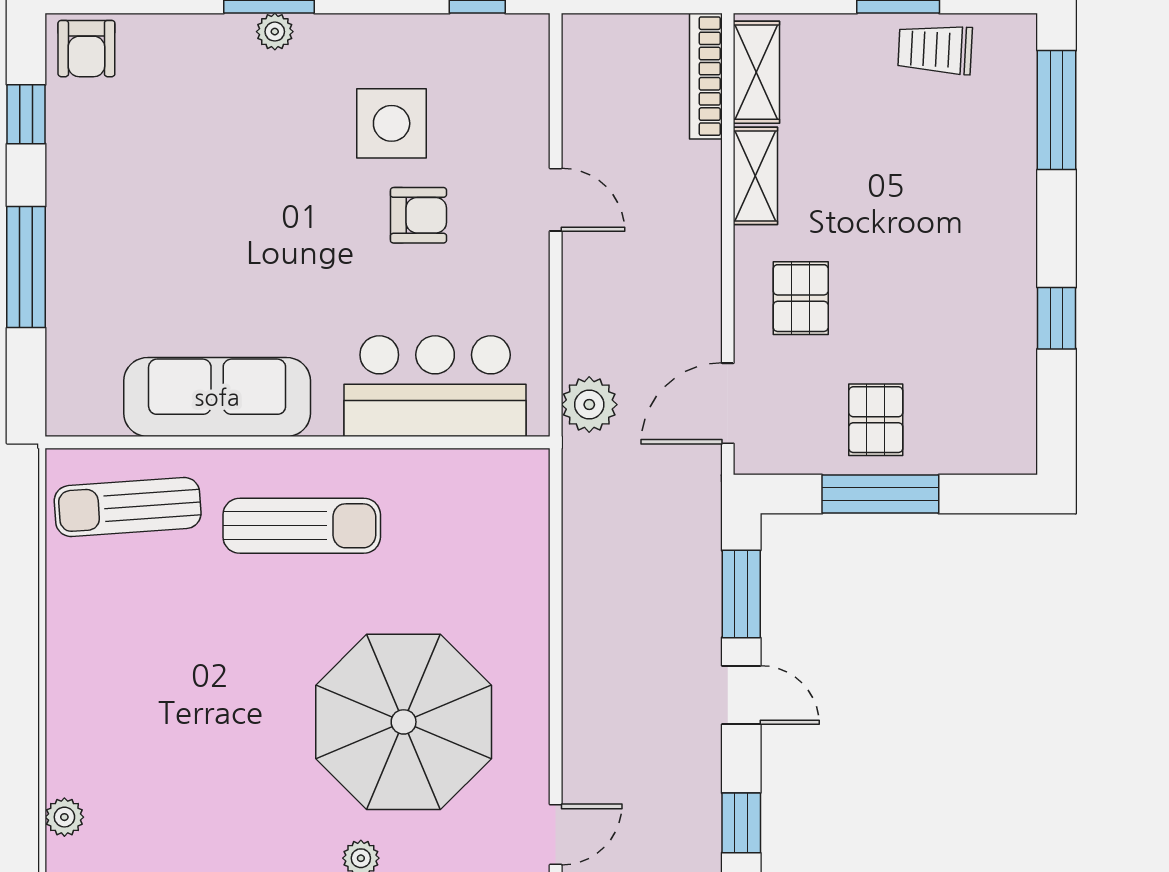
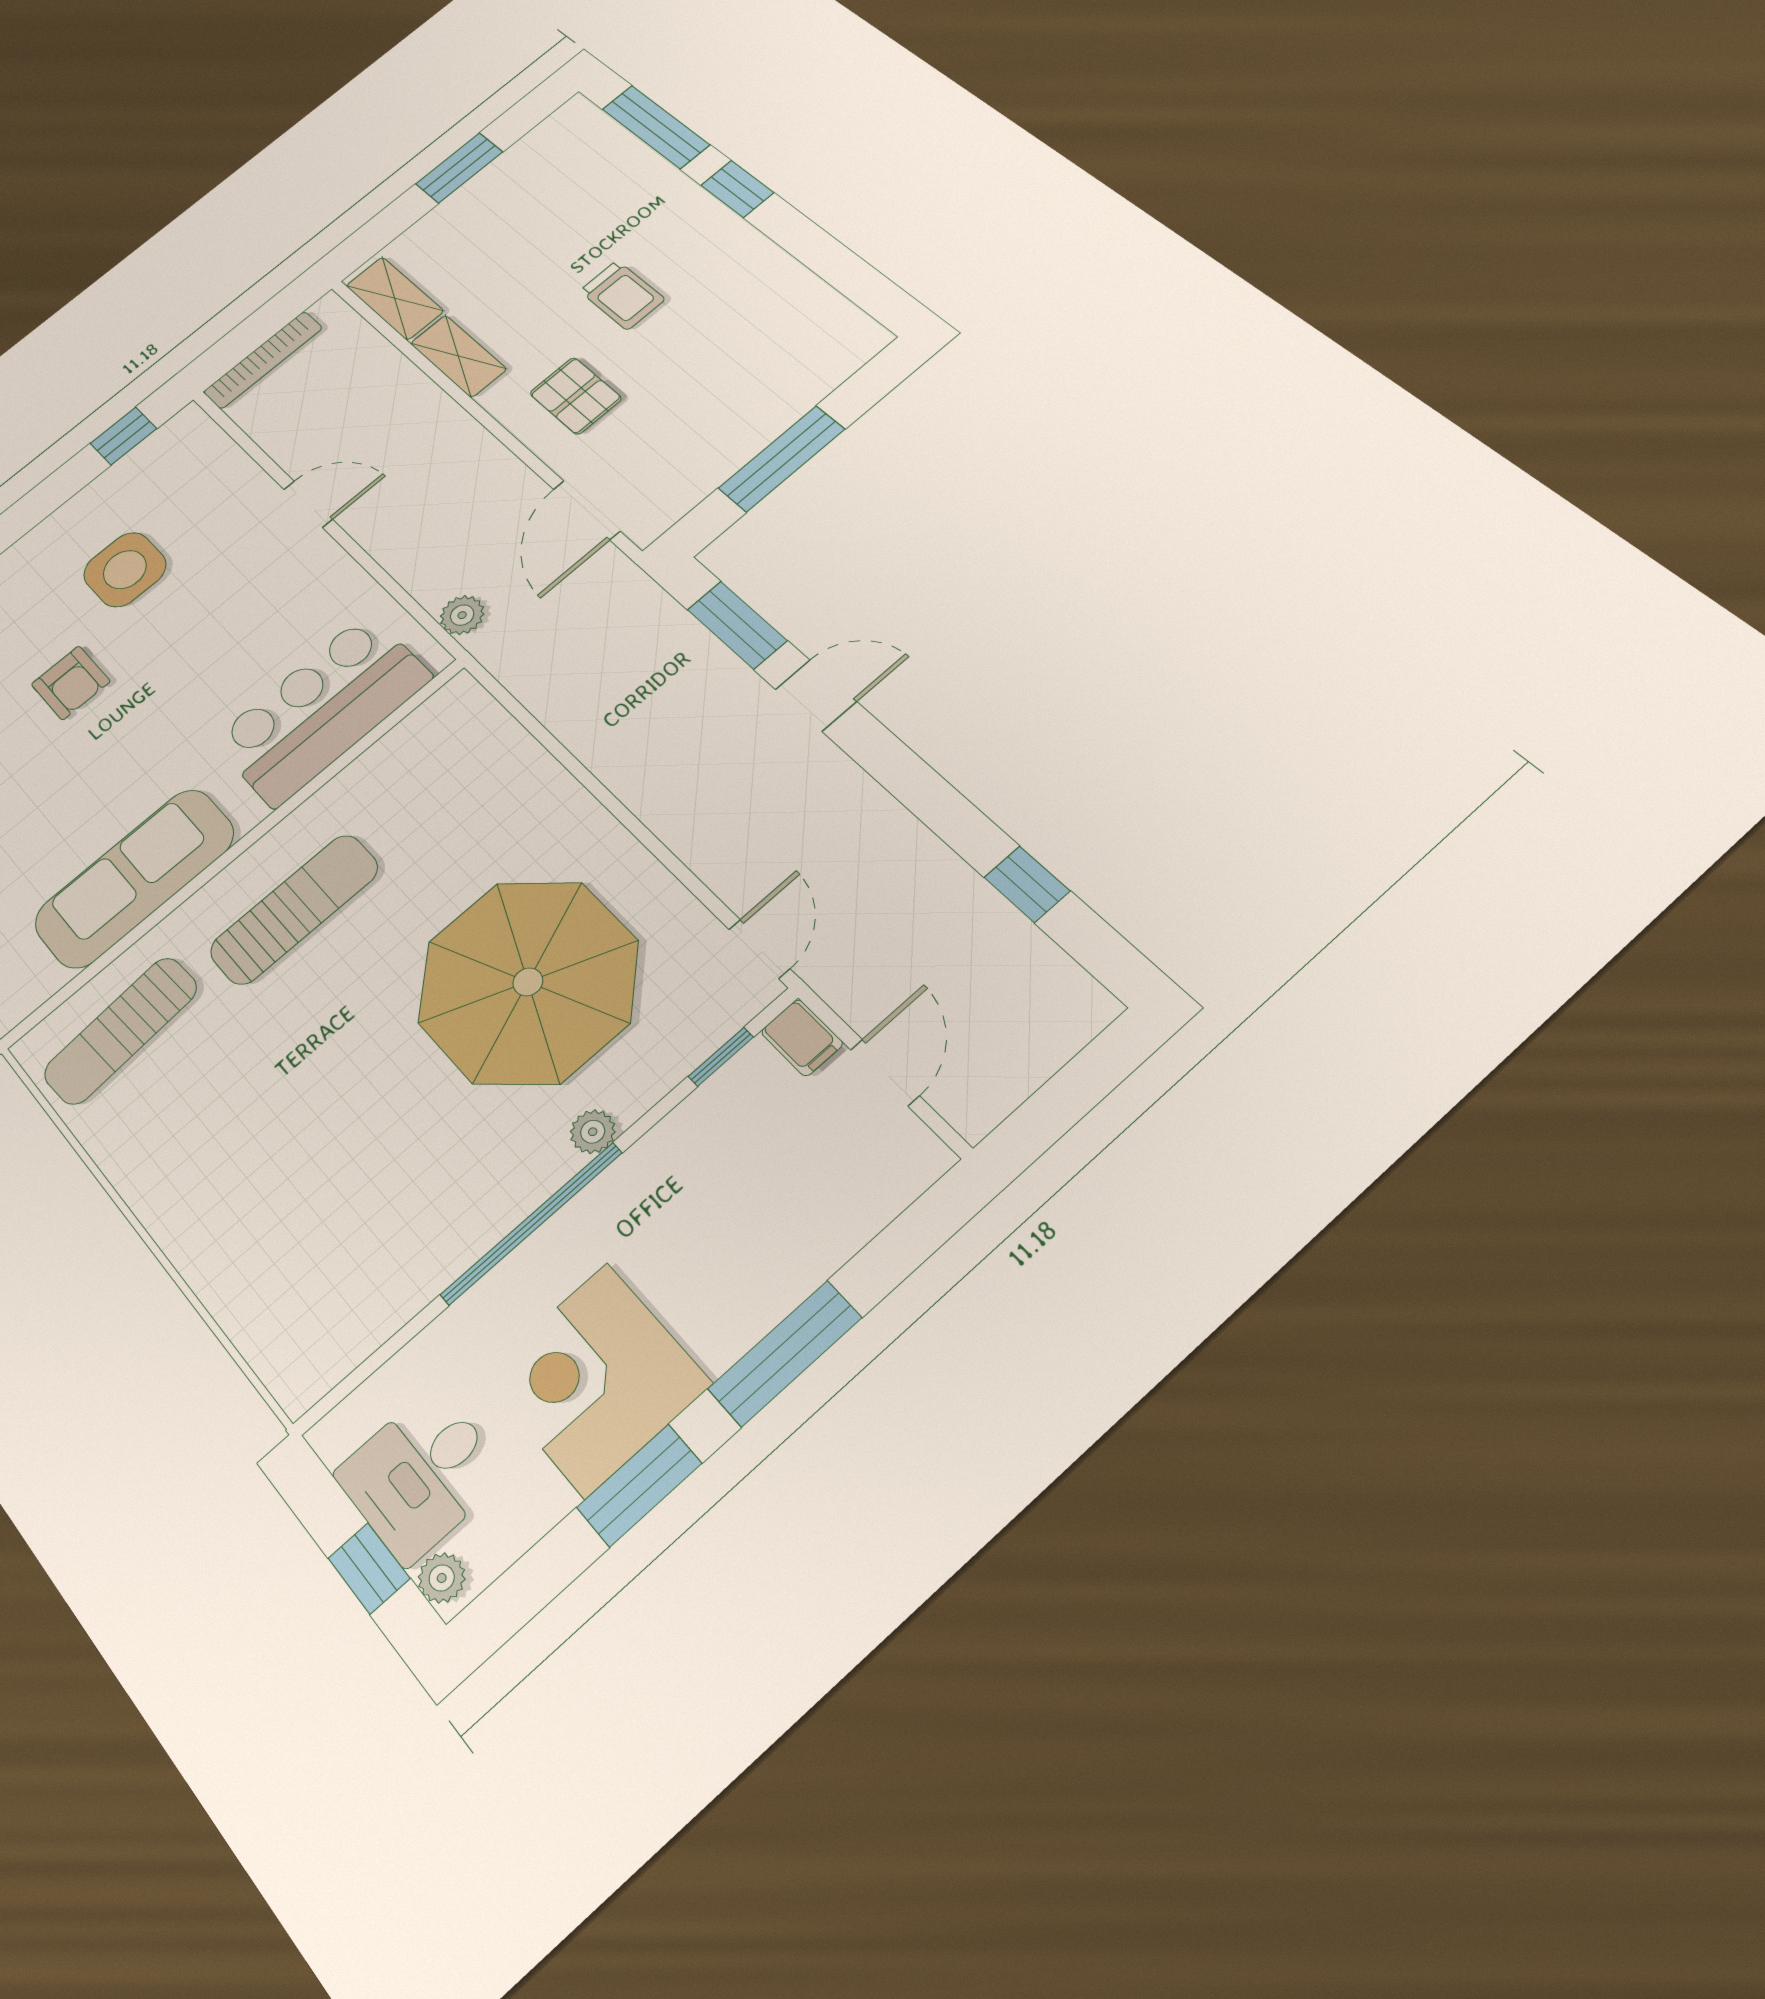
trolley: (935, 49) -> (622, 295), moved, turned -93
bookcase: (706, 76) -> (263, 360), moved, turned -90
armchair: (418, 215) -> (71, 683), moved, turned 90
window: (1057, 318) -> (737, 189), moved
plant: (589, 405) -> (462, 615), width x0.73, depth x0.73
pallet: (876, 420) -> (723, 416), removed
plant: (64, 817) -> (269, 1350), removed
window: (741, 823) -> (921, 790), removed

